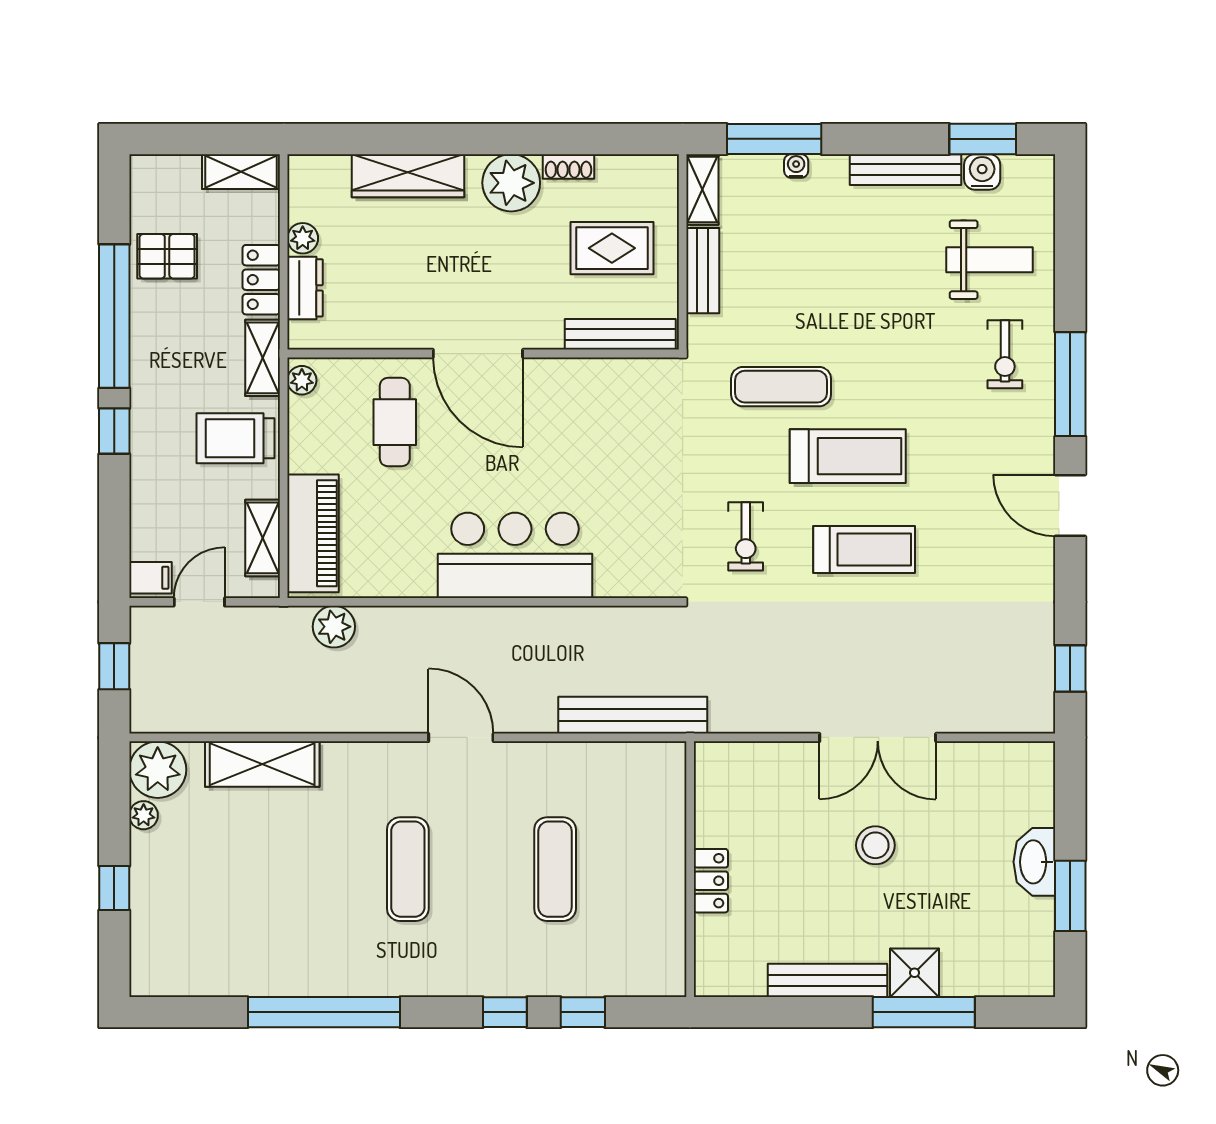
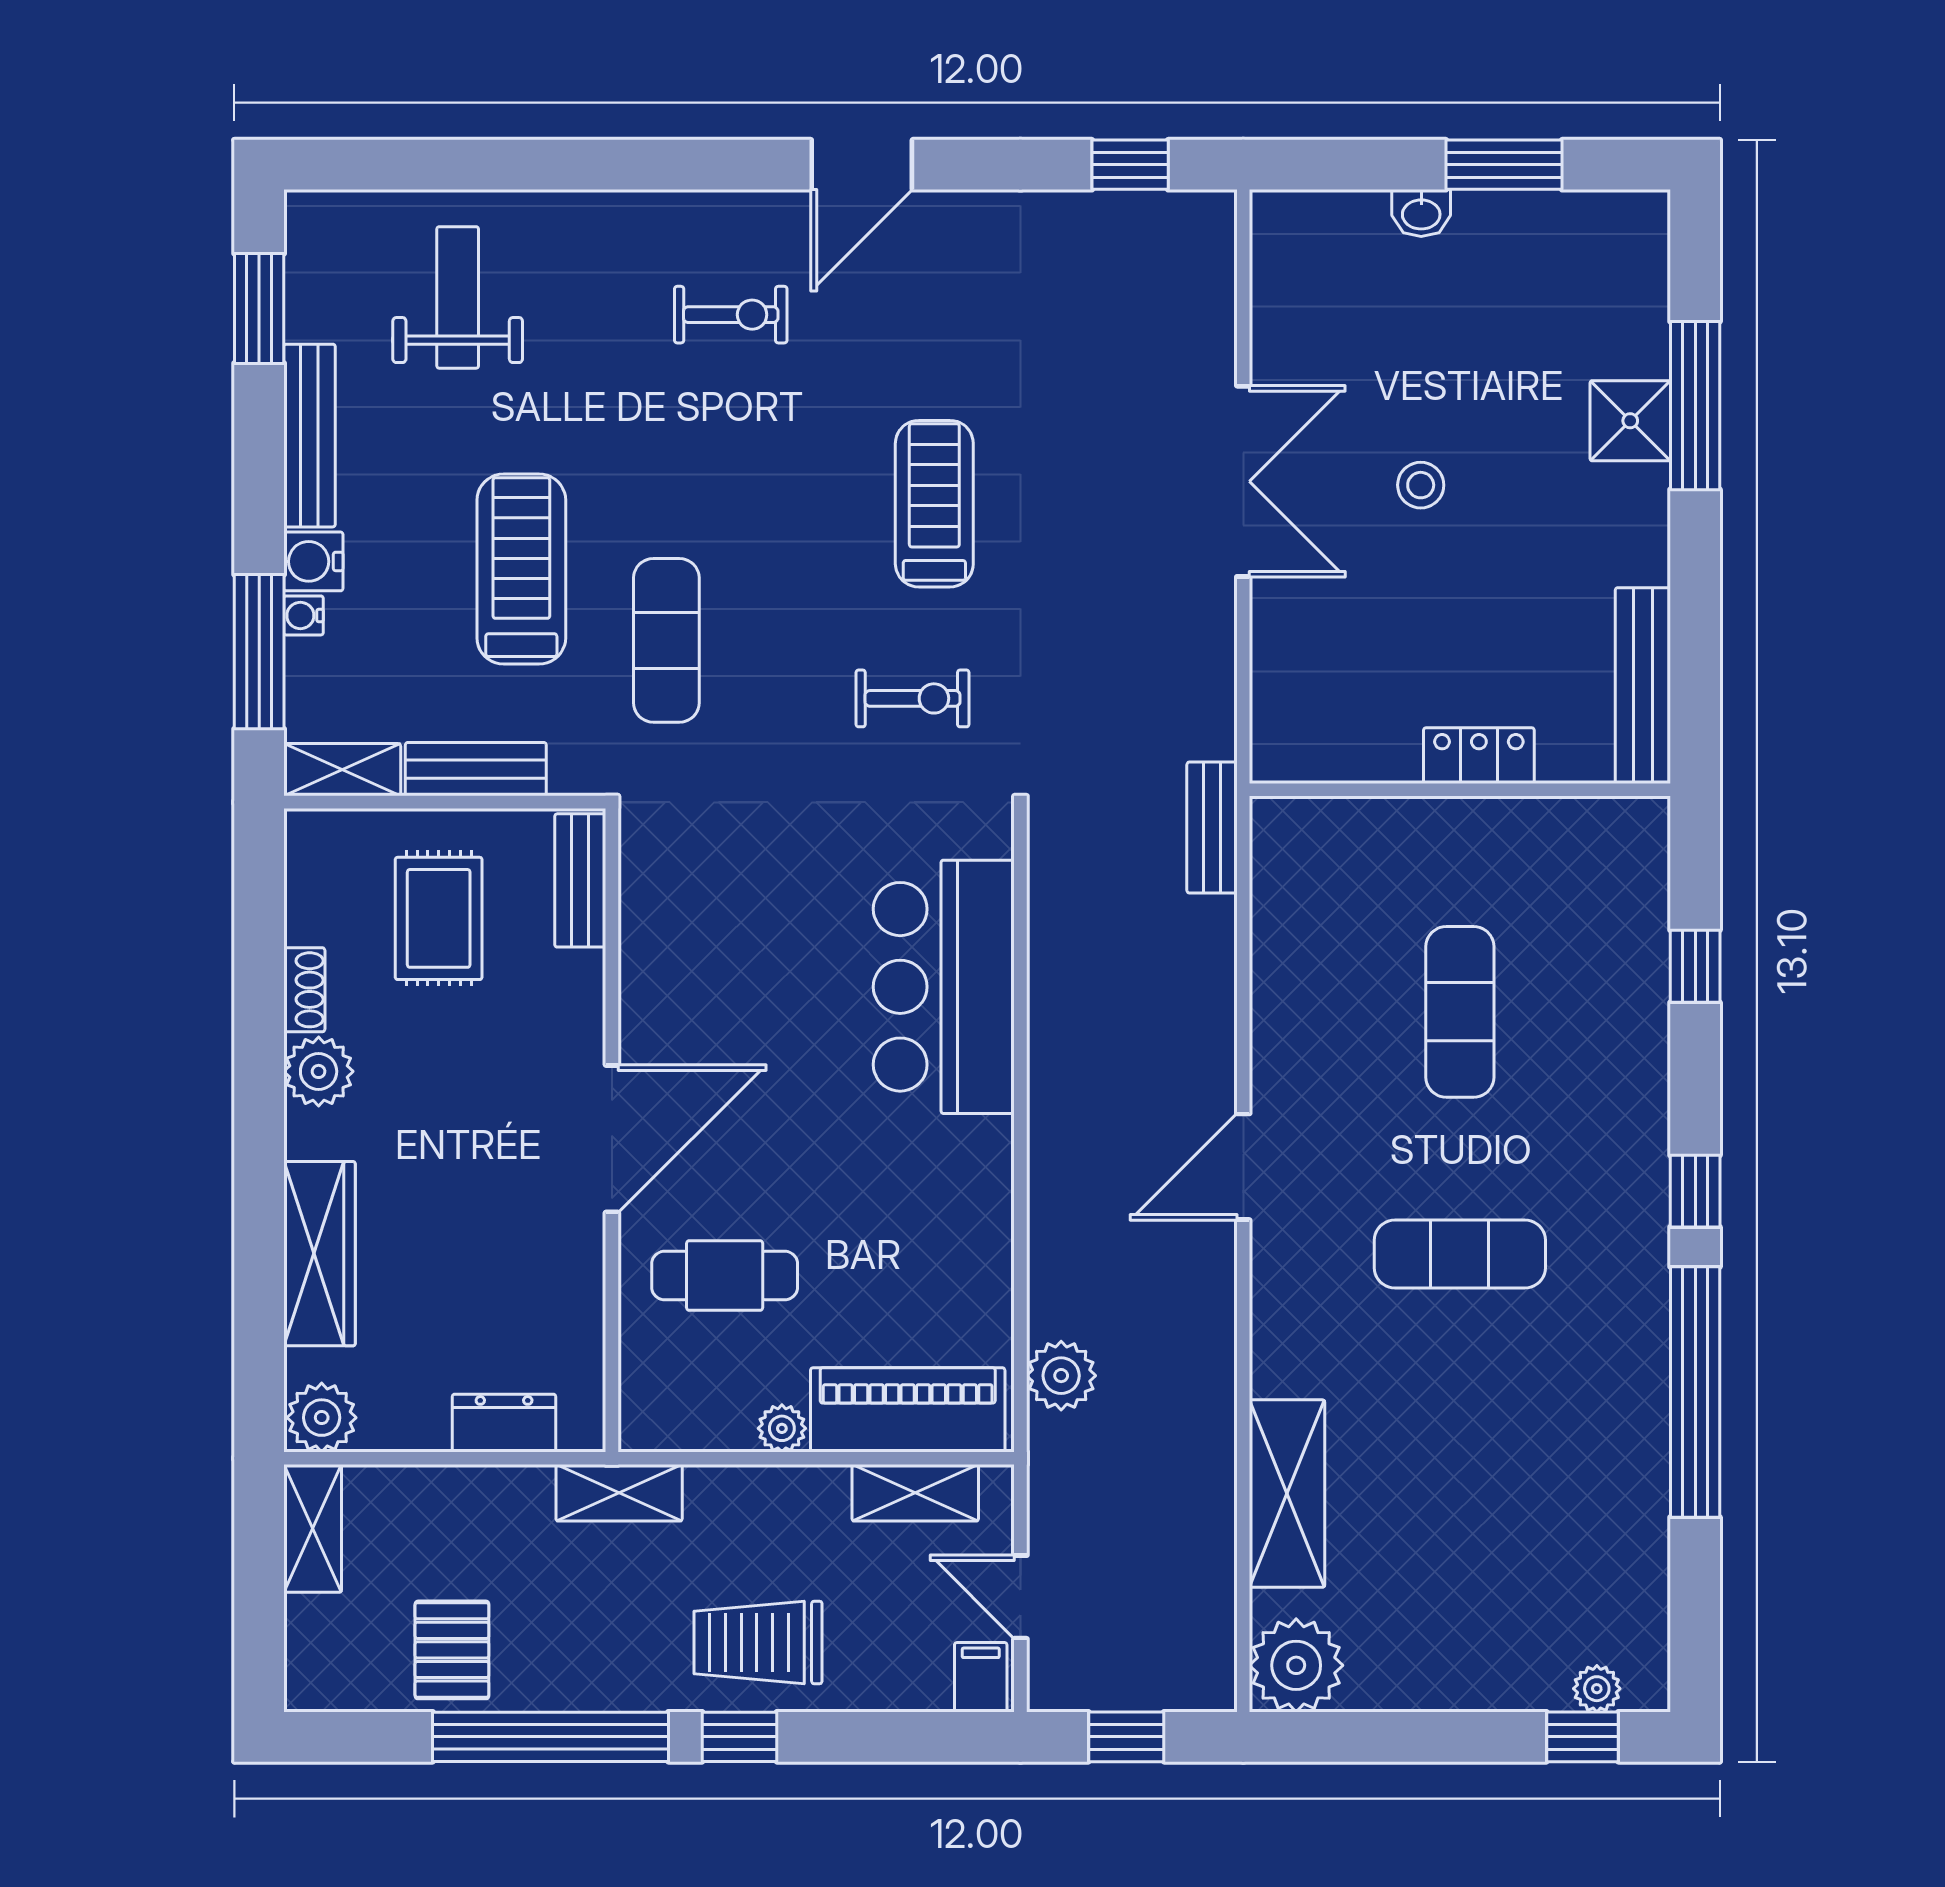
water cooler: (982, 172) -> (313, 561), moved
plant: (511, 183) -> (319, 1071), width x0.73, depth x0.73
plant: (303, 238) -> (322, 1418), moved, width x1.38, depth x1.38
locker: (261, 280) -> (491, 1495), removed
bench: (620, 334) -> (580, 880), width x0.73
exercise bike: (1005, 354) -> (731, 315), moved
plant: (302, 380) -> (782, 1428), moved
window: (1070, 384) -> (662, 165), removed
trolley: (235, 438) -> (758, 1642), moved, turned 90
treadmill: (848, 456) -> (521, 569), moved
bar counter: (515, 555) -> (944, 987), moved
bench: (633, 715) -> (1212, 828), width x0.54, depth x0.82
plant: (144, 815) -> (1597, 1689), moved
stool: (875, 845) -> (1421, 485), width x0.73, depth x0.73
washbasin: (1034, 862) -> (1421, 213), width x0.52, depth x0.69
exercise mat: (555, 869) -> (1460, 1012), turned 90
window: (114, 888) -> (1582, 1737), moved
bench: (828, 980) -> (1643, 686), moved
window: (505, 1012) -> (1695, 1191), moved

